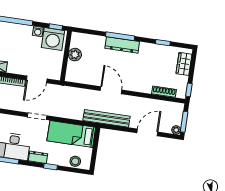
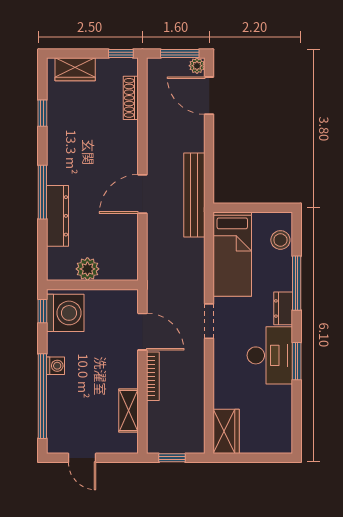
washing machine: (38, 31) -> (55, 366), moved
dresser: (122, 45) -> (57, 216), moved
door: (147, 132) -> (209, 96), moved
window: (51, 167) -> (297, 283), width x2.17

